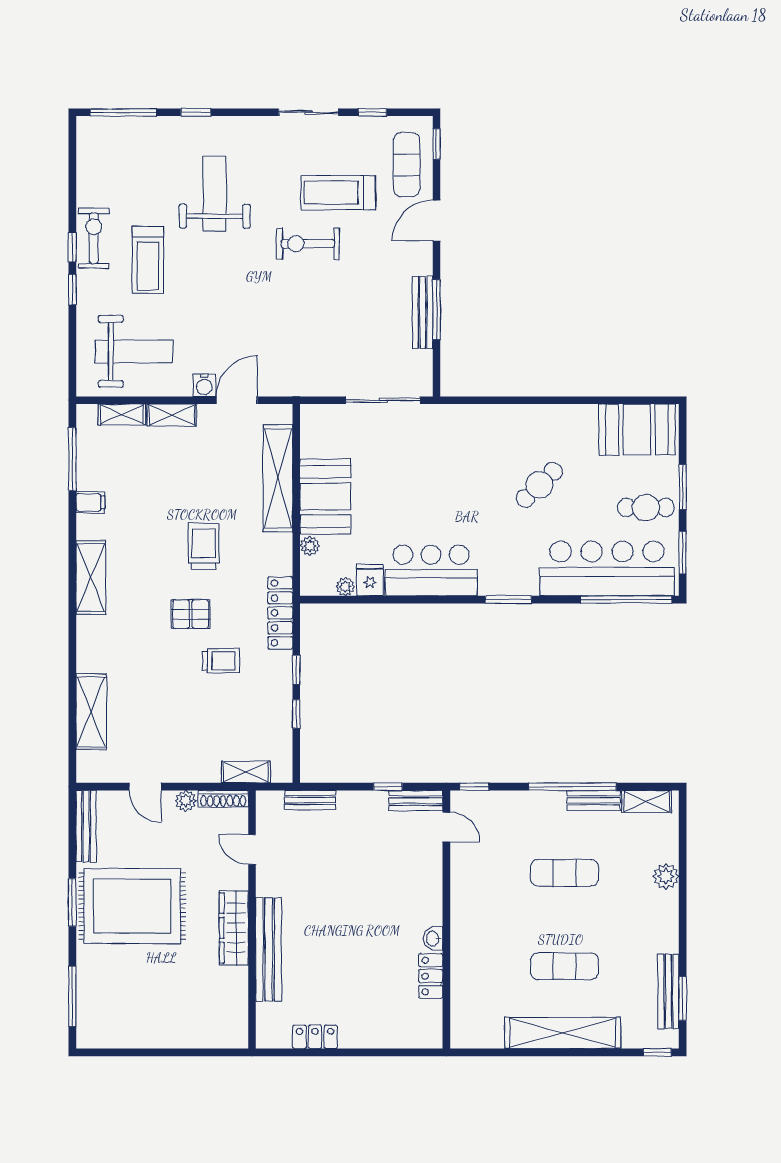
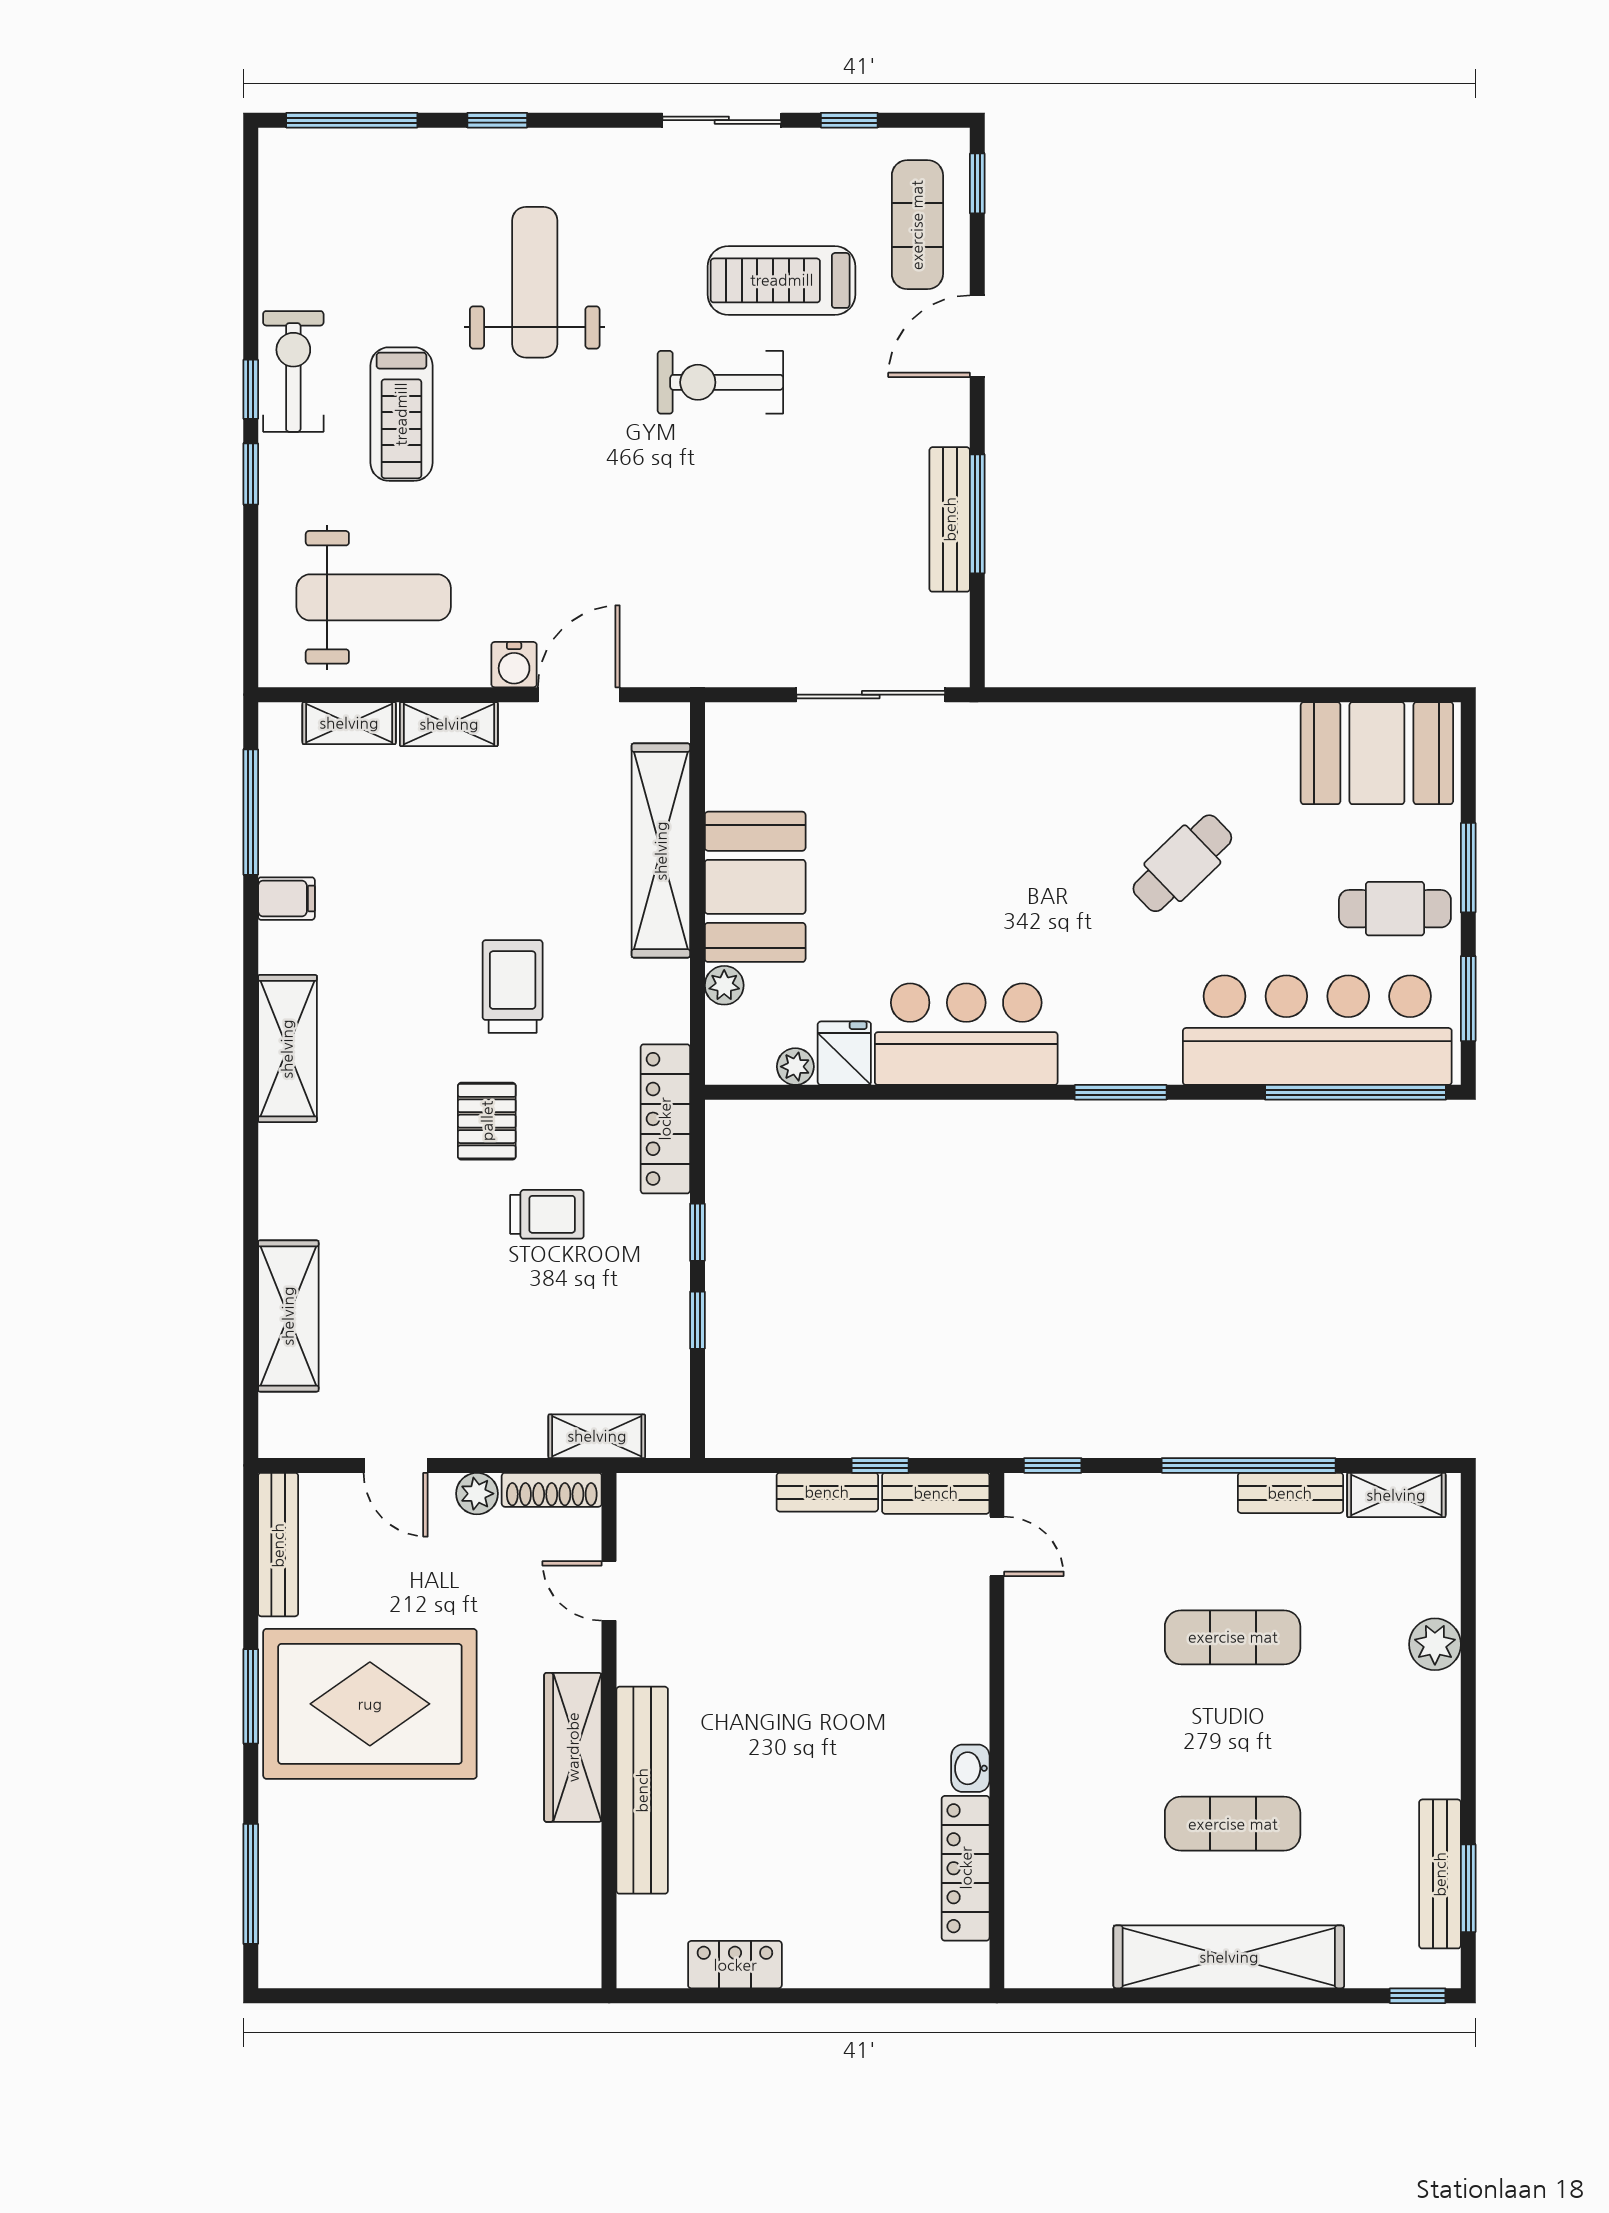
pallet: (191, 614) -> (487, 1121), turned 90
bench: (310, 800) -> (827, 1492), moved
locker: (431, 976) -> (966, 1868), width x1.53

